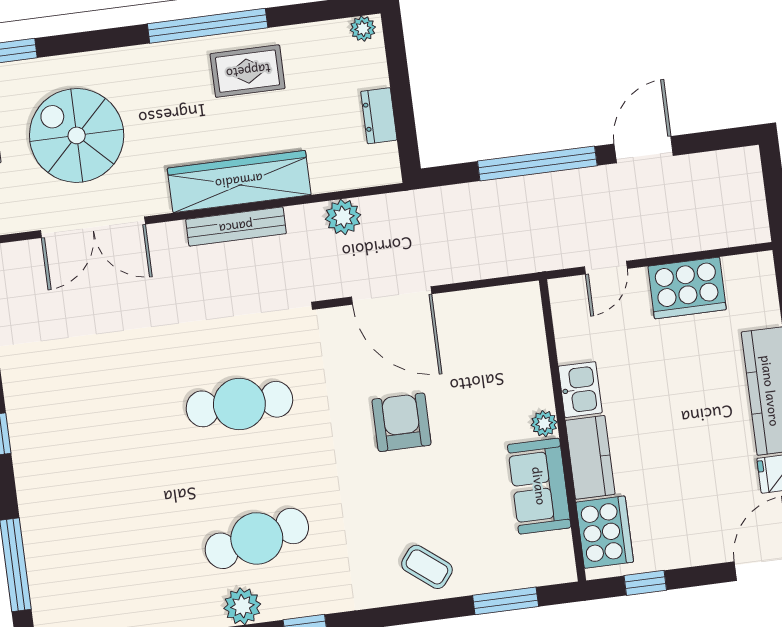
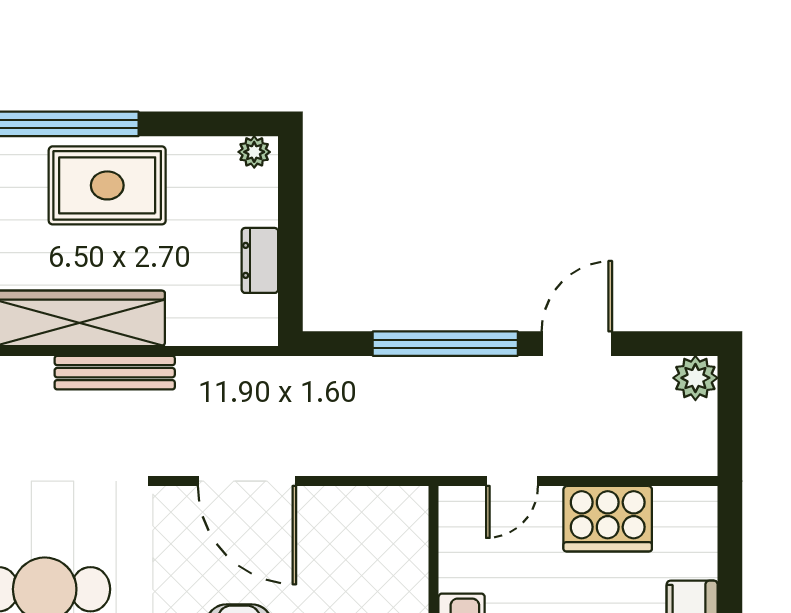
rug: (248, 71) -> (107, 185), width x1.36, depth x1.43
plant: (343, 217) -> (695, 378), moved
bench: (236, 227) -> (115, 373), moved

